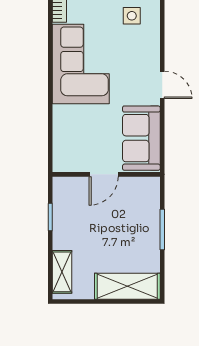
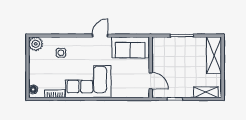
door: (104, 174) -> (151, 81), moved

